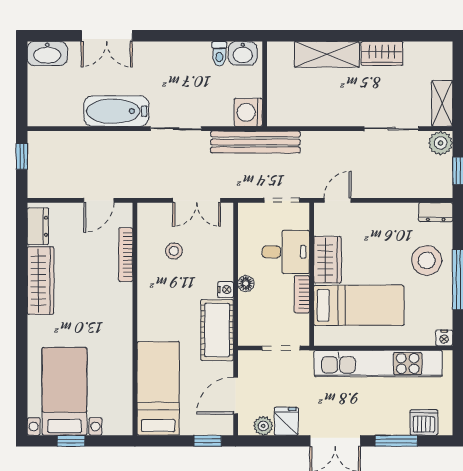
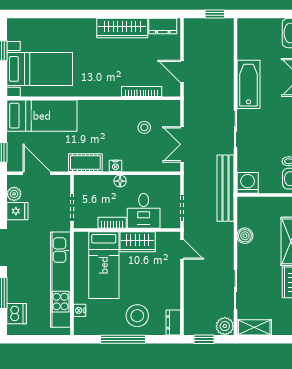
boiler: (319, 116) -> (245, 236), added
cot: (217, 330) -> (85, 163), width x0.73, depth x0.75
nightstand: (444, 338) -> (80, 310), moved
bed with nightstands: (65, 391) -> (40, 69), moved

